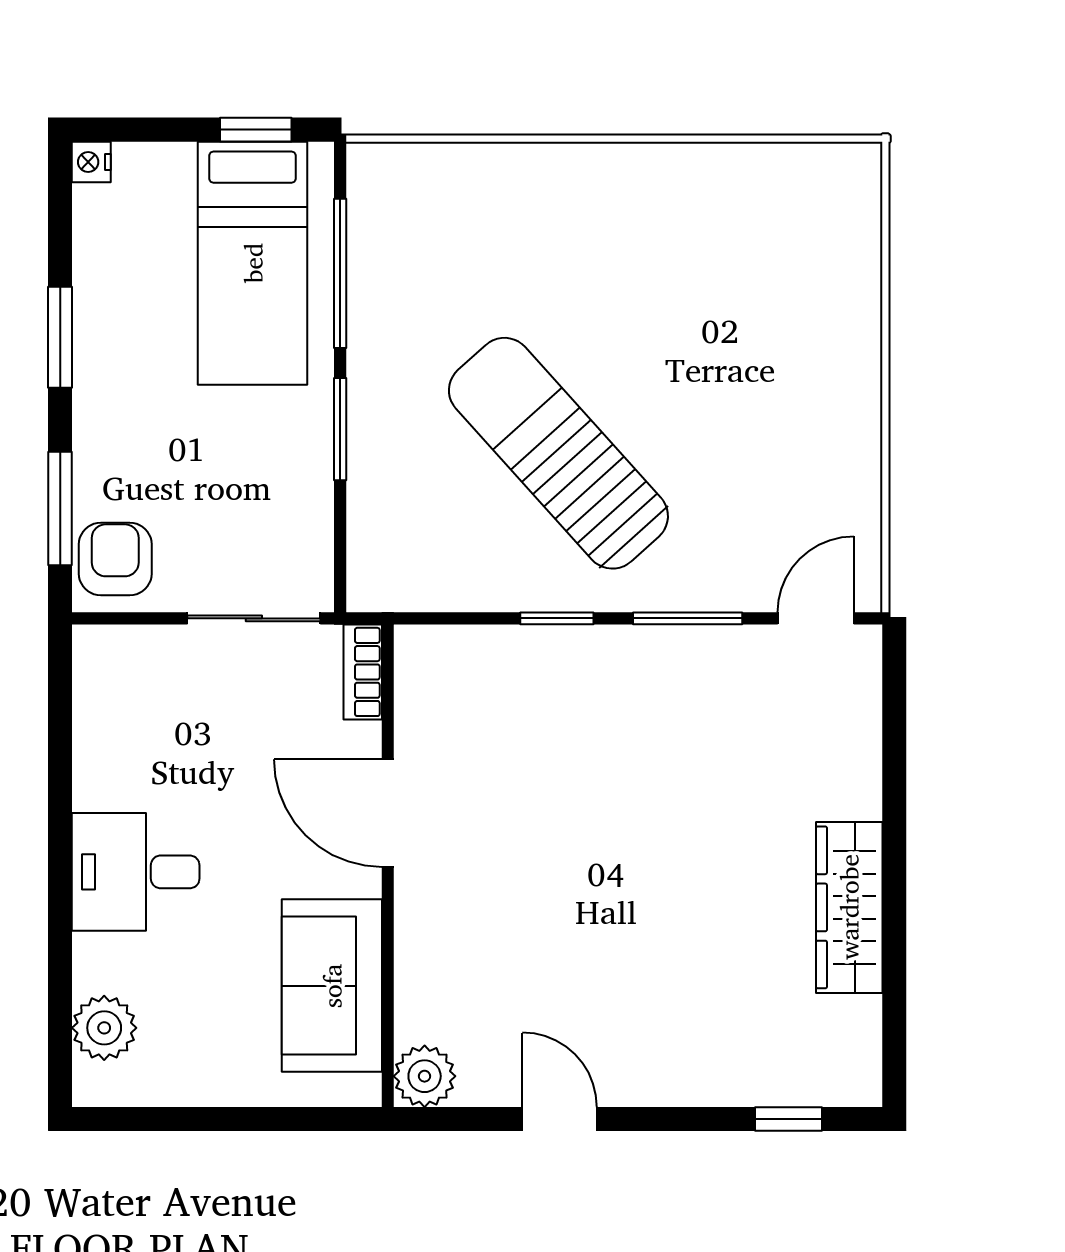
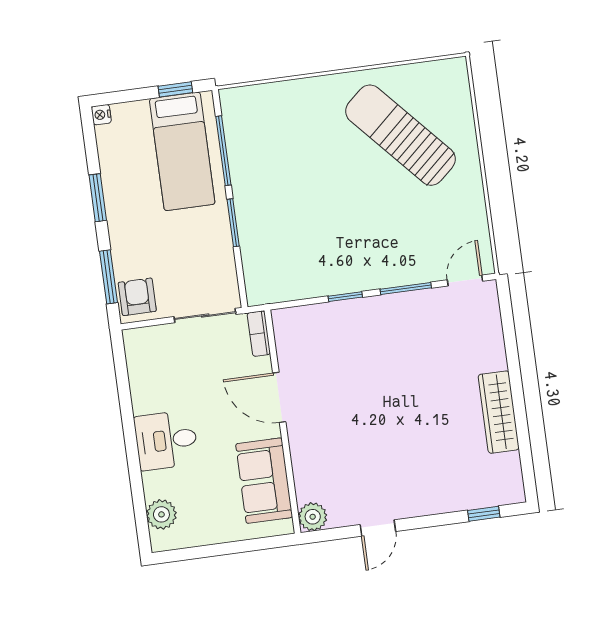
sun lounger: (558, 453) -> (400, 135), moved
door: (560, 1119) -> (378, 528), swing flipped

